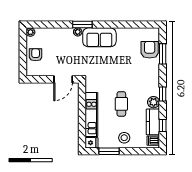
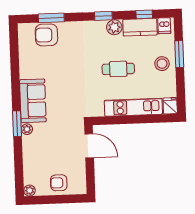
window: (109, 151) -> (179, 54), moved

